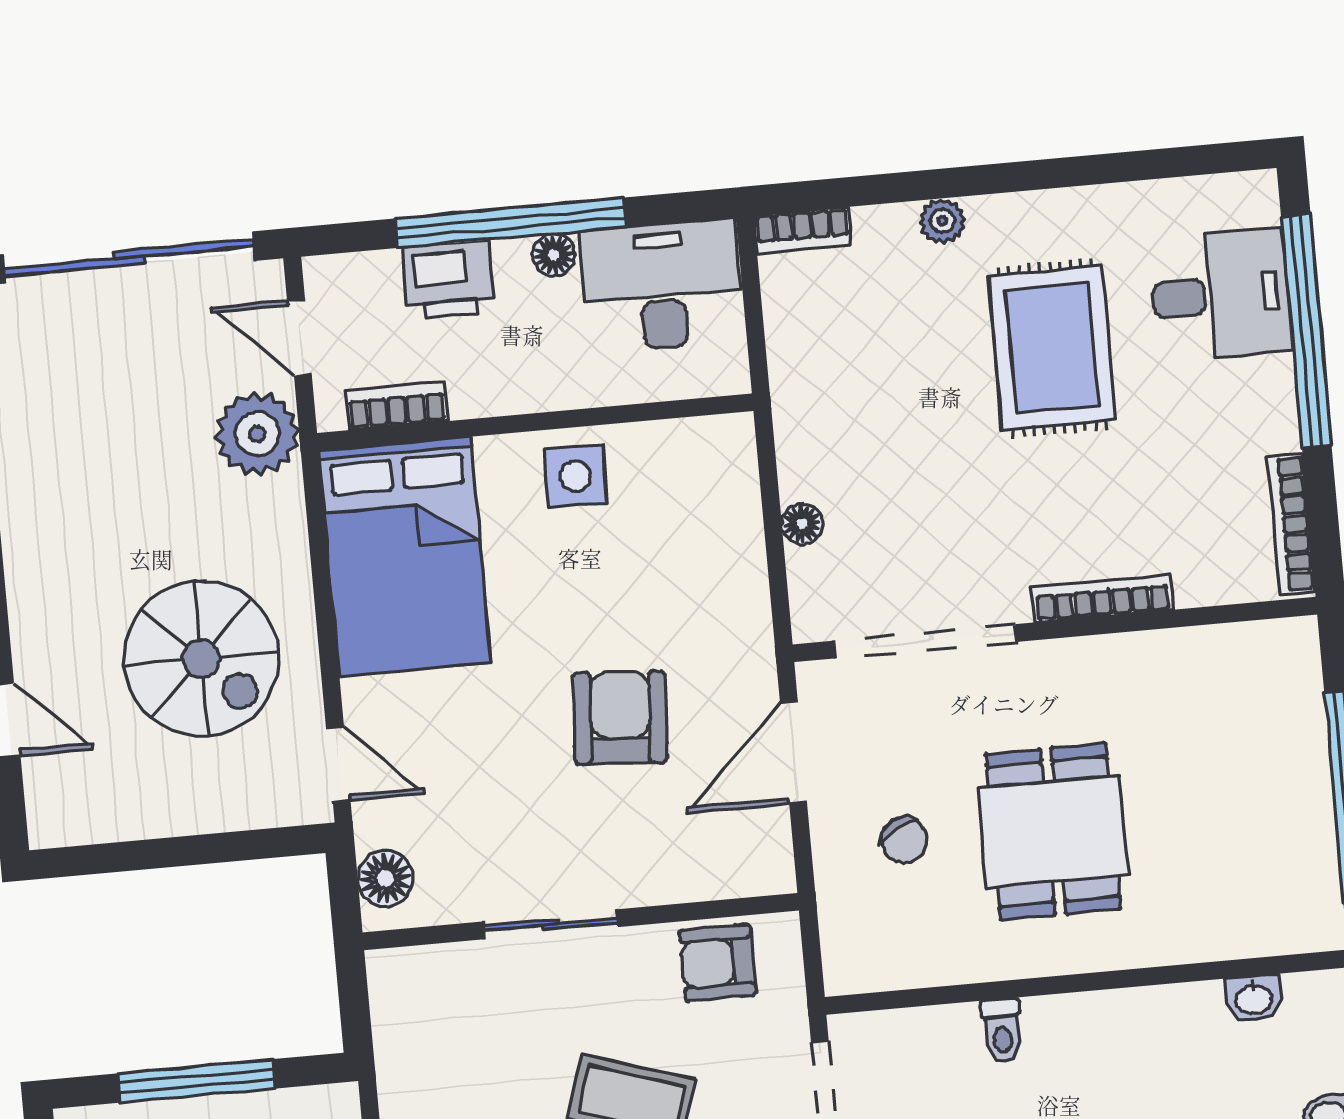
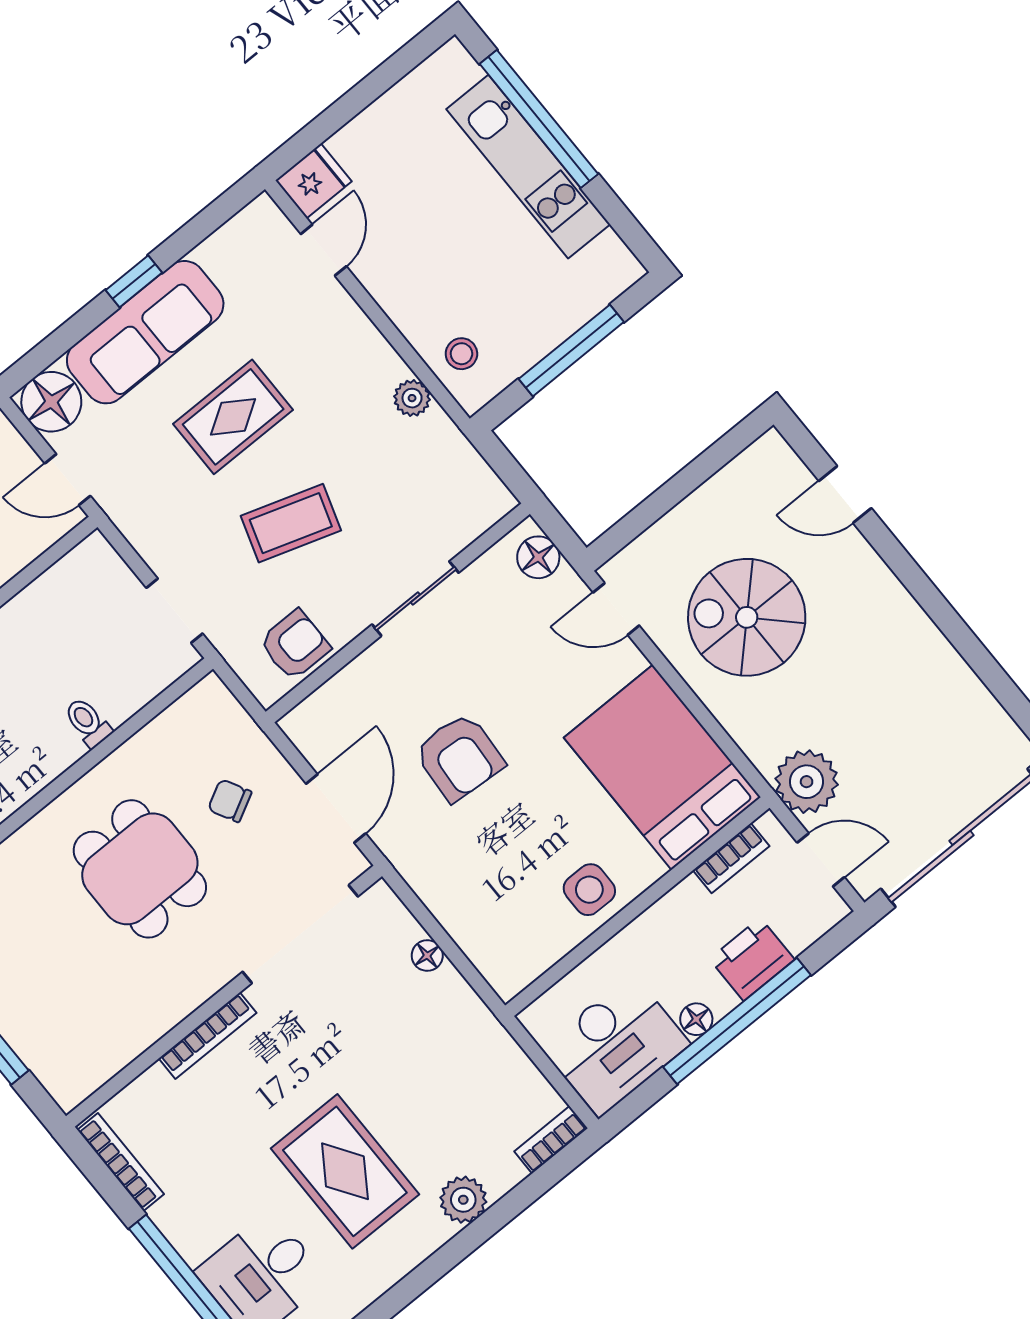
plant: (942, 221) -> (463, 1200), width x1.38, depth x1.38

